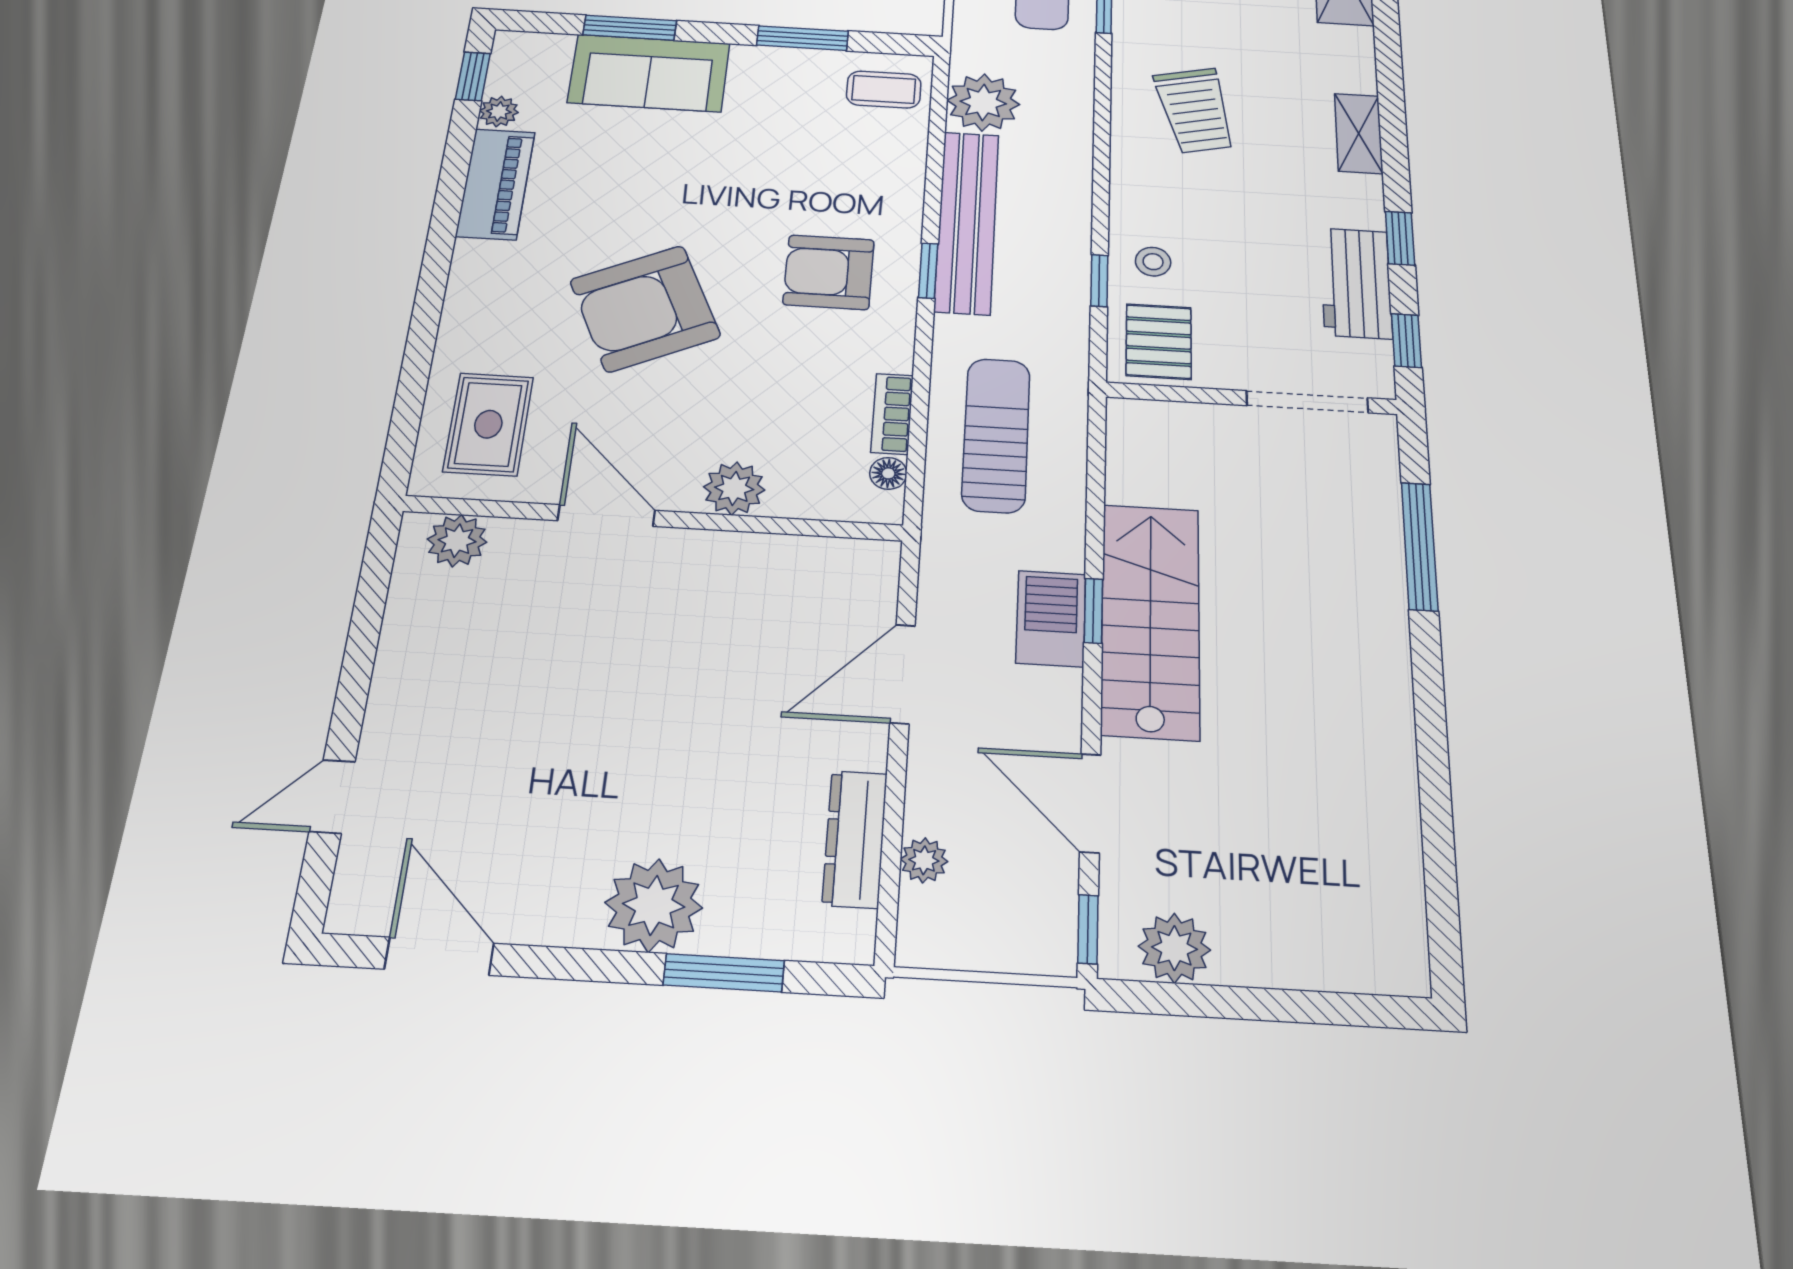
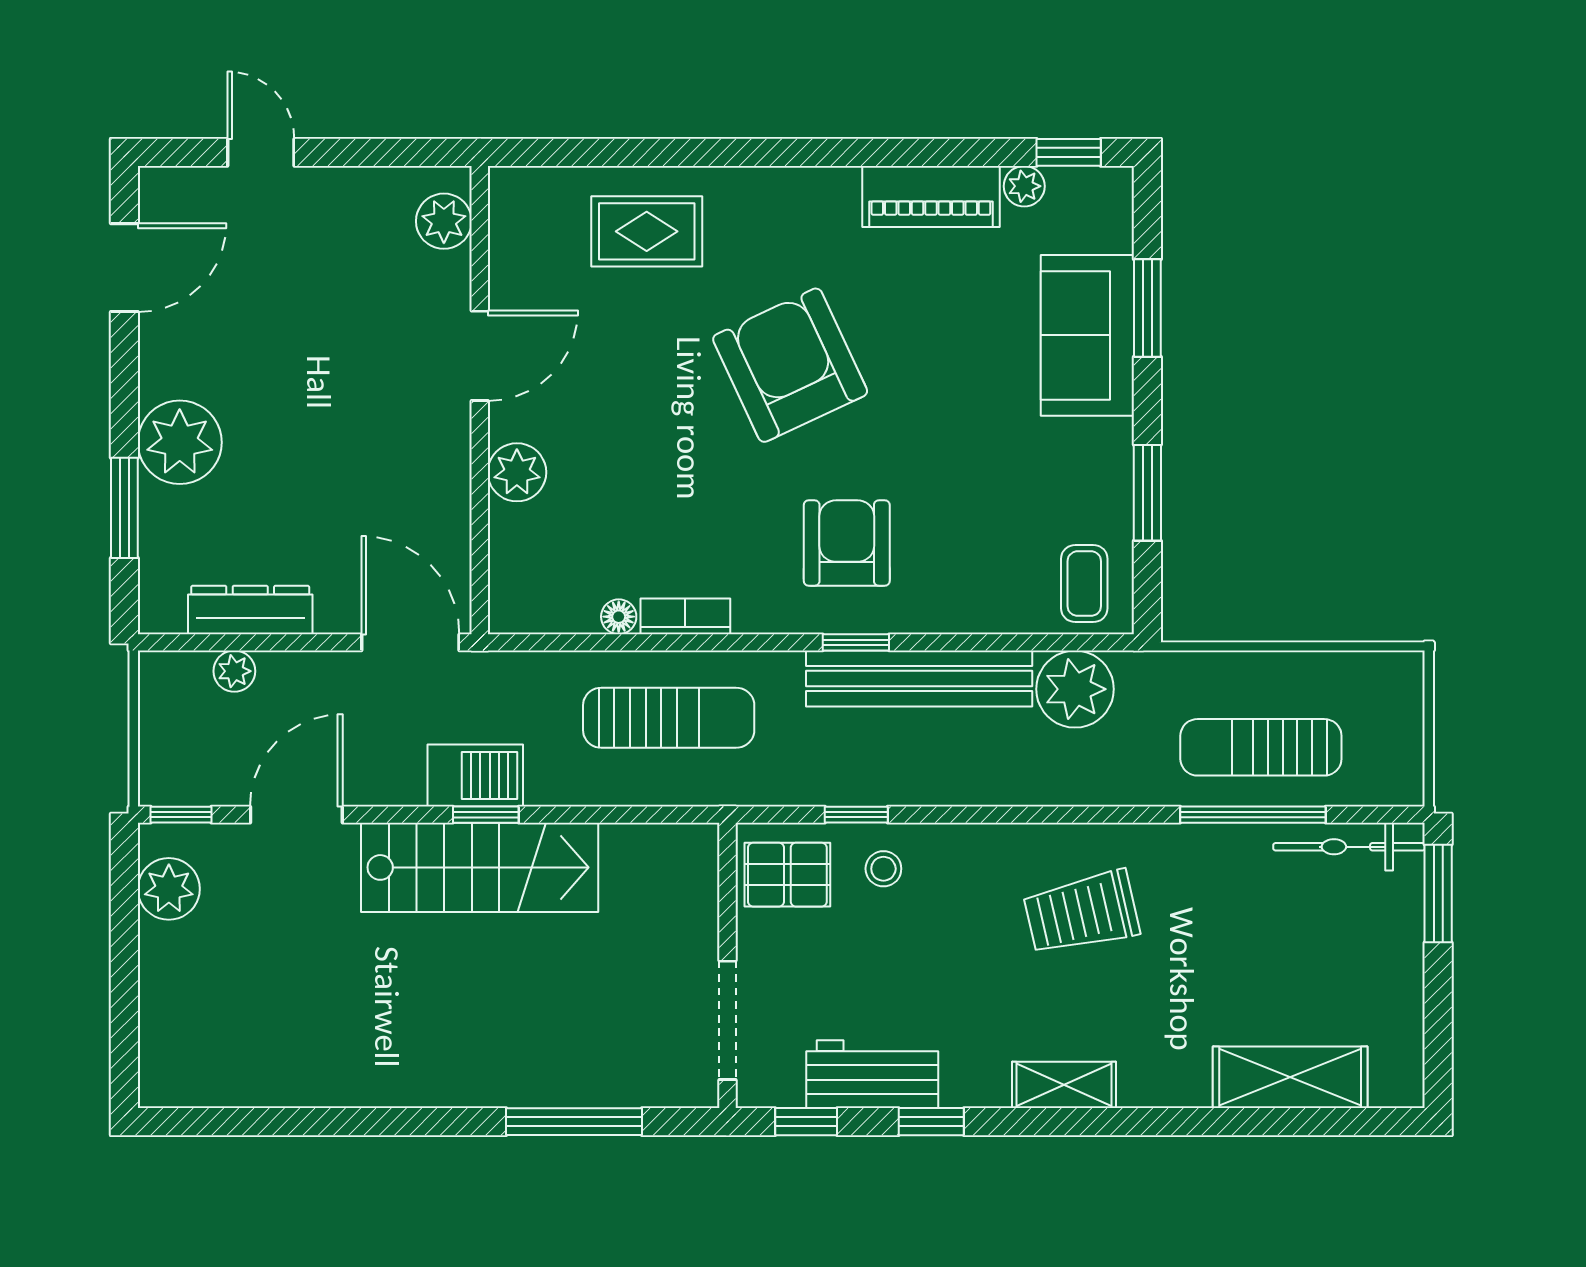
plant: (734, 488) -> (517, 472), moved
door: (606, 516) -> (480, 356), moved
wall: (654, 518) -> (480, 400), moved
plant: (457, 541) -> (444, 221), moved

